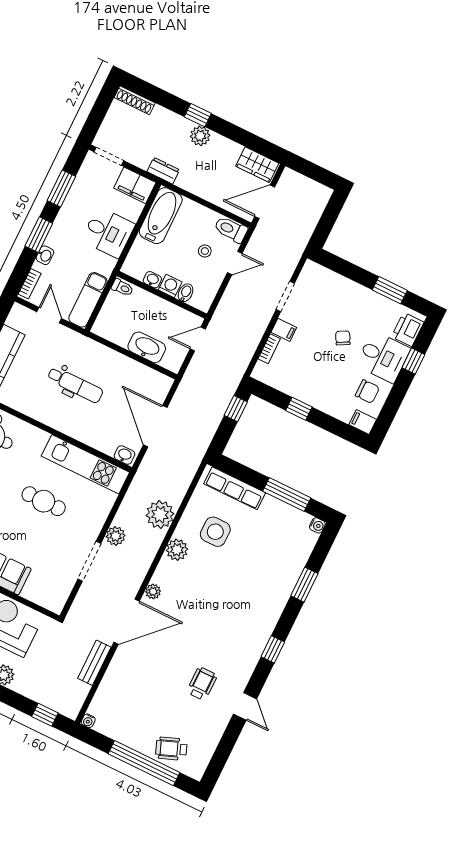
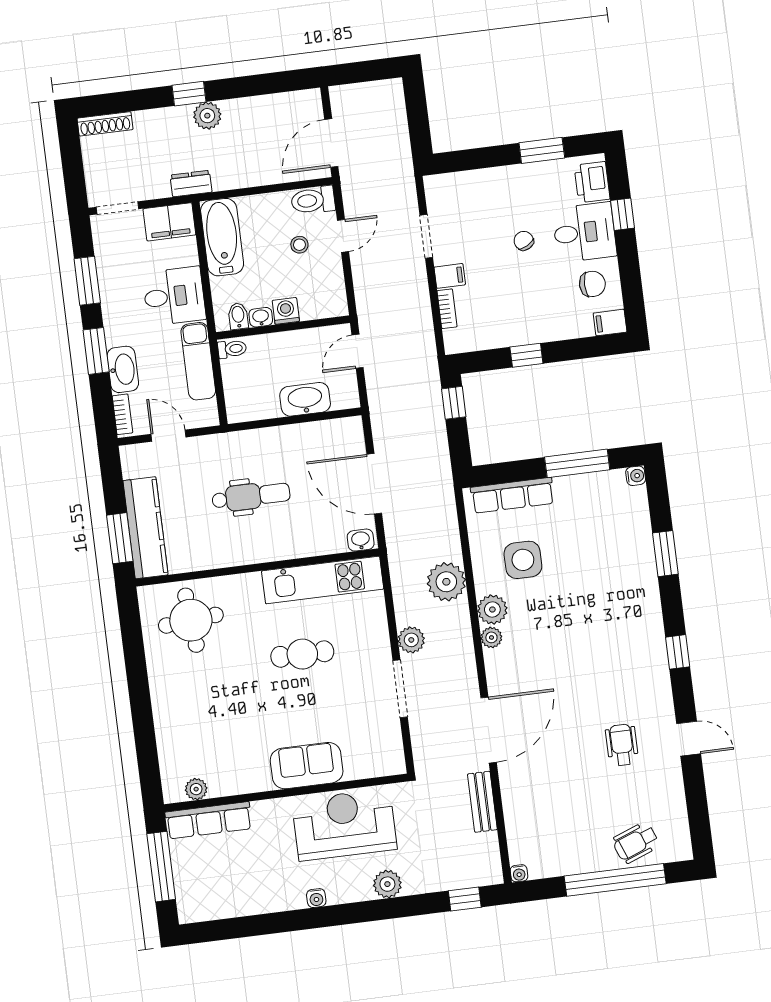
wardrobe: (257, 165) -> (295, 106), removed
washbasin: (45, 255) -> (123, 369), width x1.91, depth x1.45
bidet: (186, 293) -> (238, 316), moved
exam couch: (88, 300) -> (198, 361), moved
plant: (153, 591) -> (491, 637), moved

